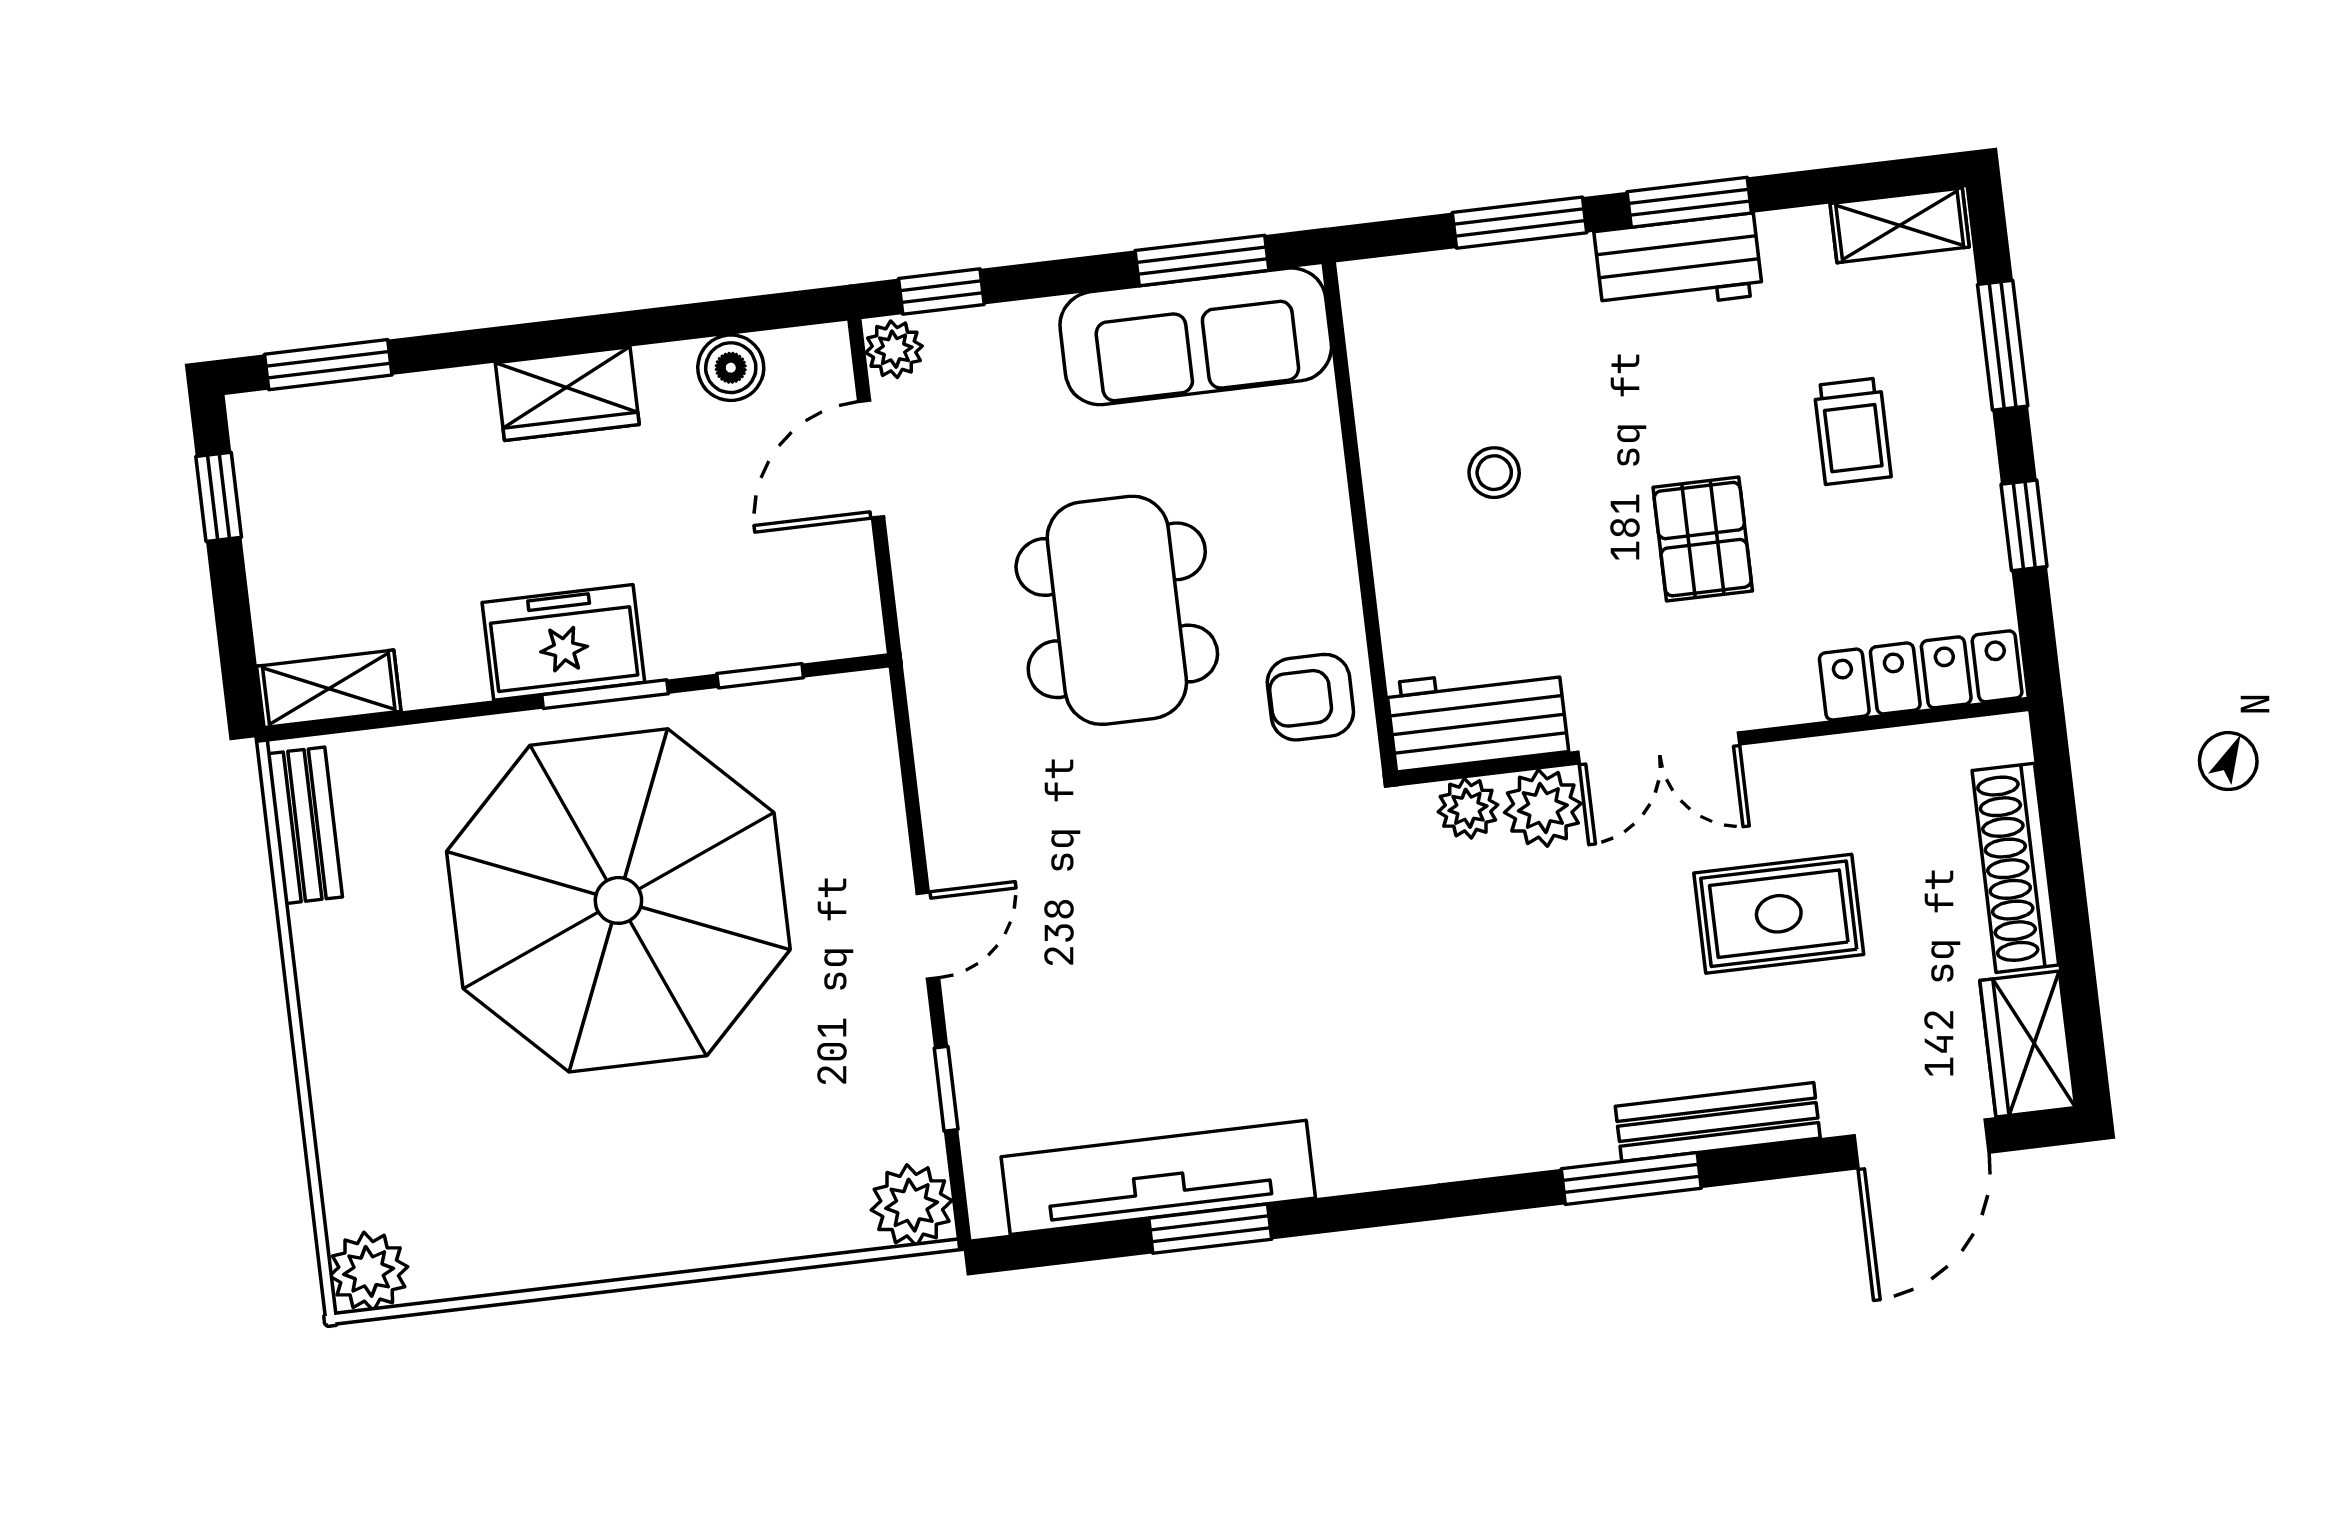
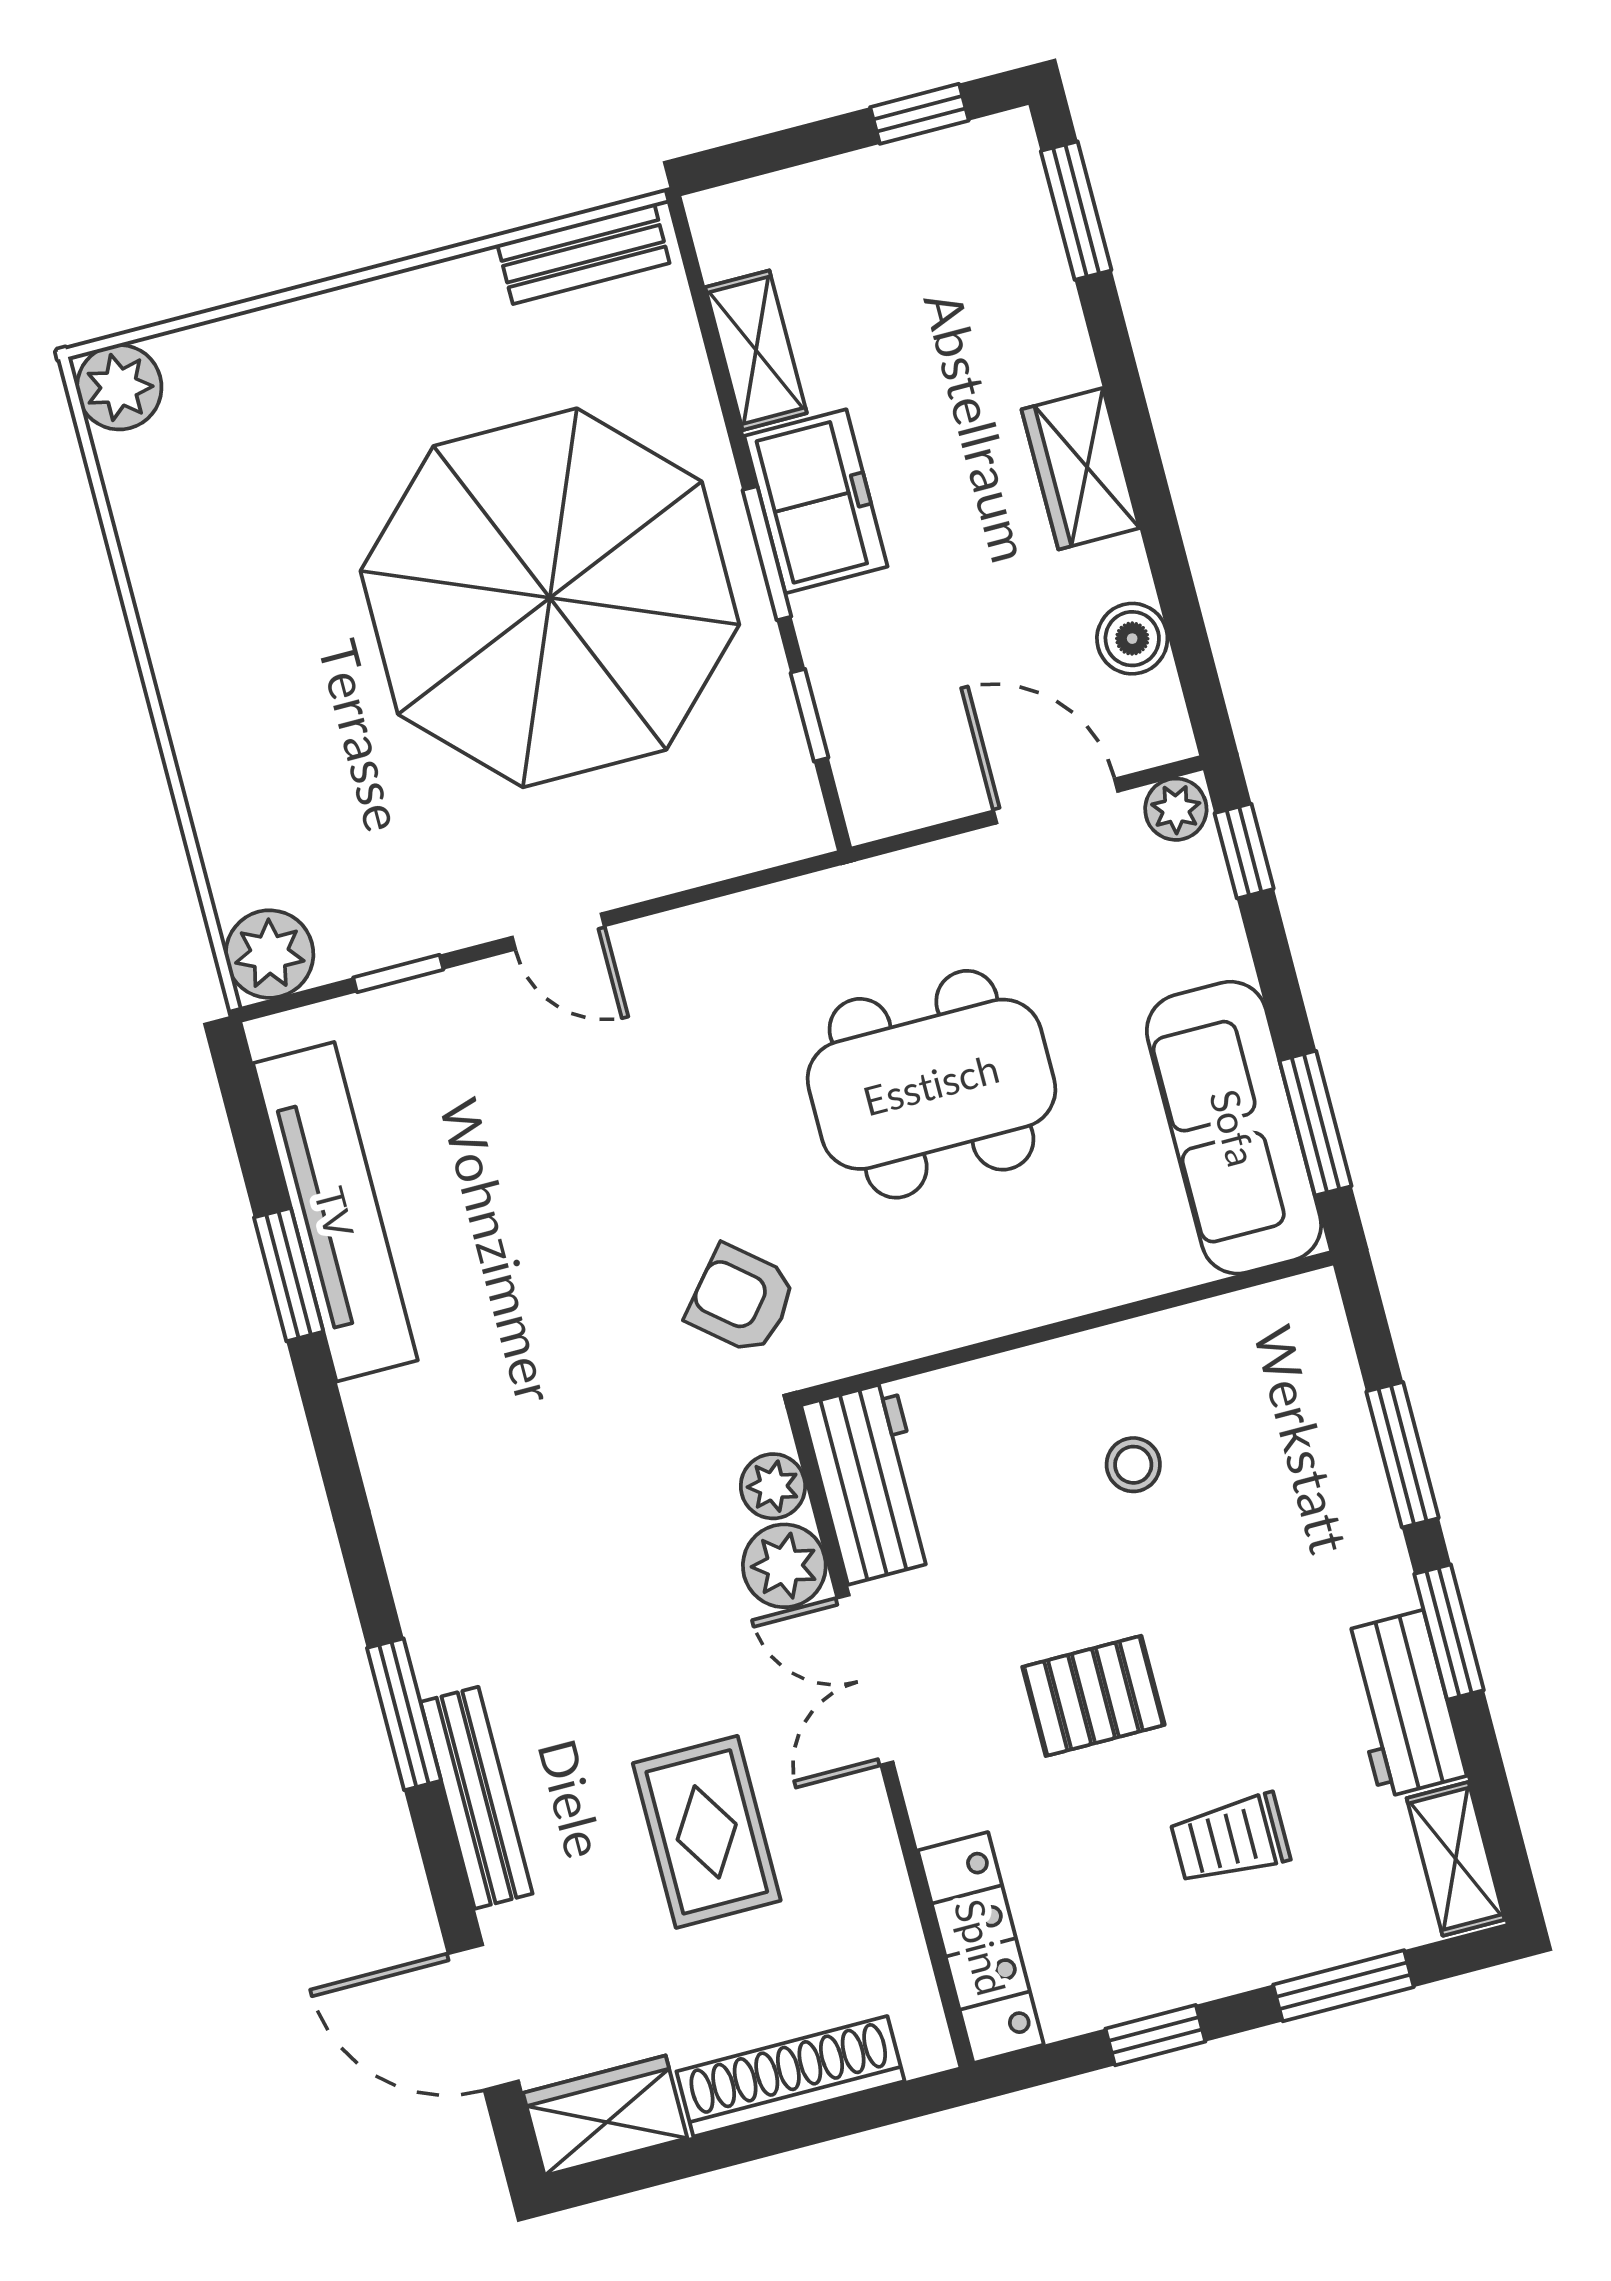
workbench: (1678, 263) -> (1402, 1704), moved
shelving: (329, 689) -> (756, 350), moved
armchair: (1310, 697) -> (741, 1299), moved, turned -50

